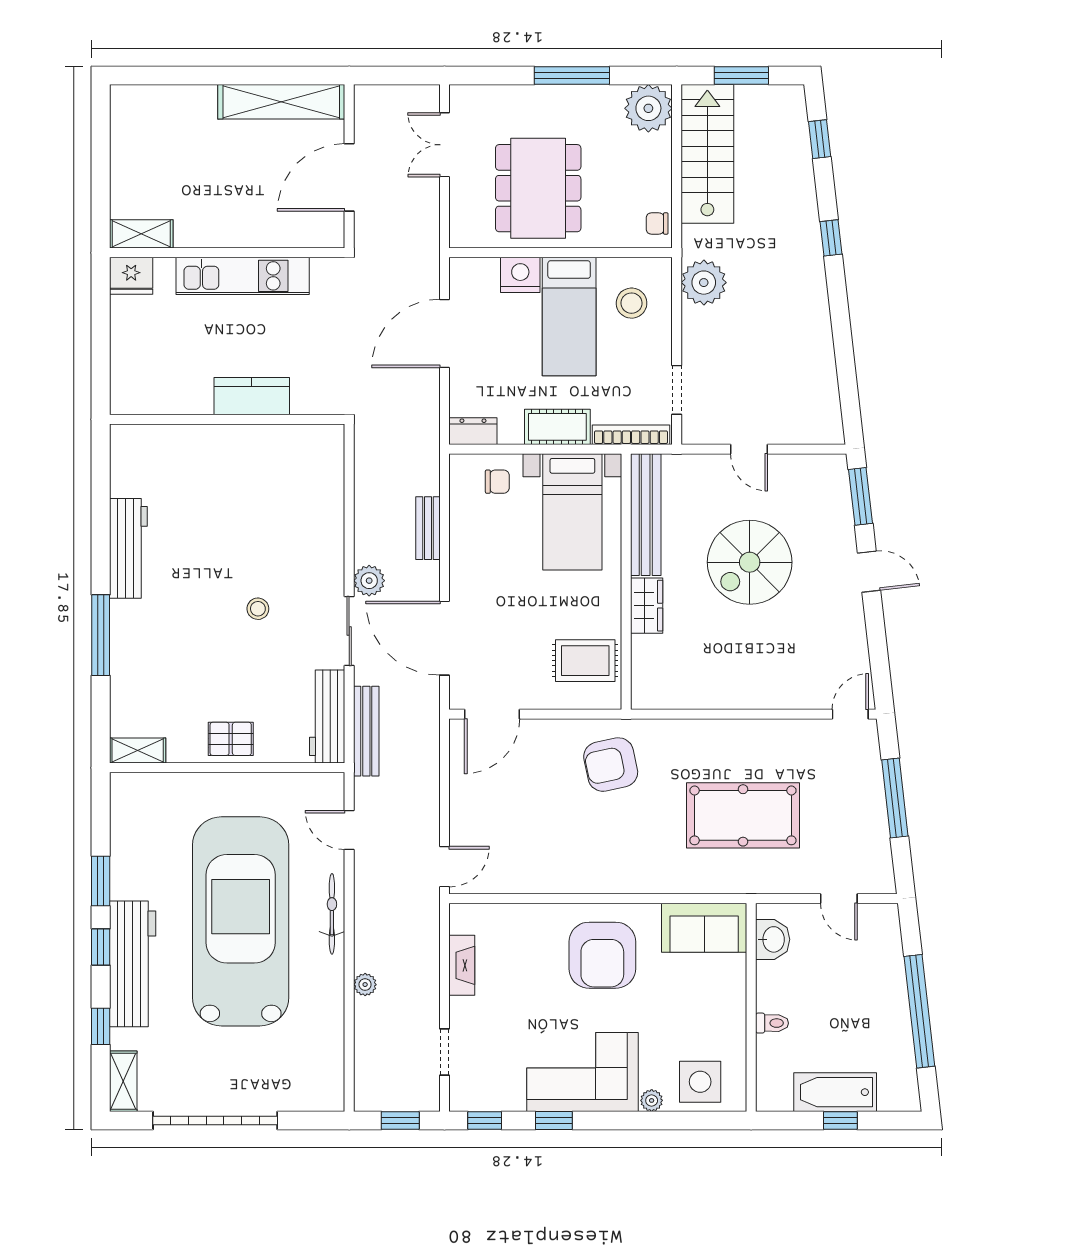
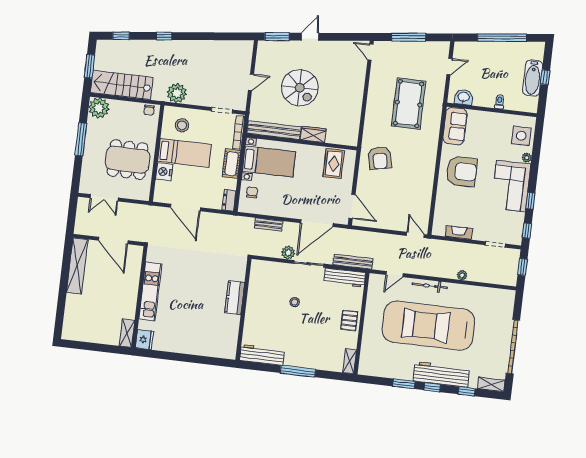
kitchen counter: (252, 396) -> (235, 298), moved
wall: (227, 419) -> (243, 309), moved

